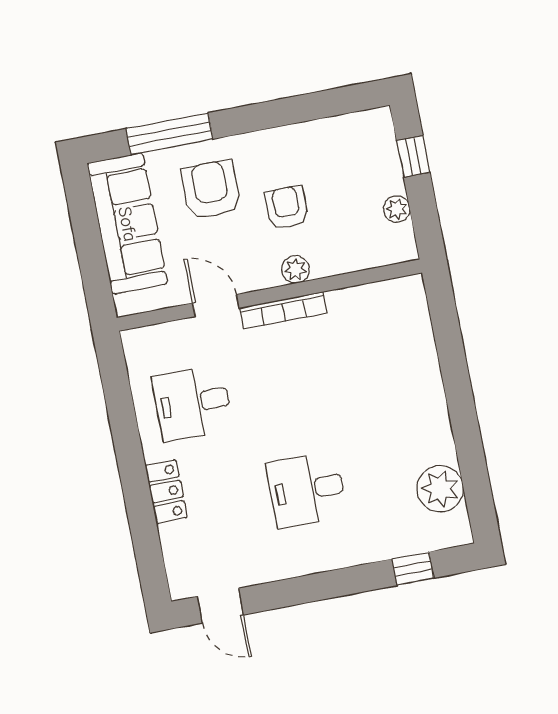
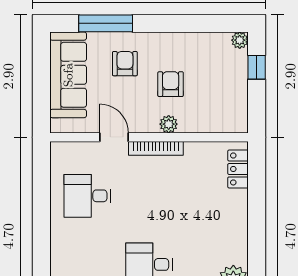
armchair: (211, 190) -> (125, 64), width x0.72, depth x0.72
plant: (397, 209) -> (240, 40), moved
locker: (166, 491) -> (238, 169), moved, turned 180

